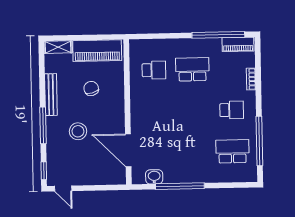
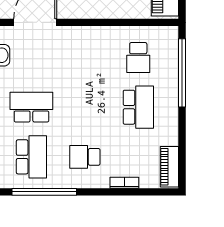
window: (218, 35) -> (182, 73), moved
school desk: (232, 110) -> (85, 157), turned 90
school desk: (194, 152) -> (31, 107), added

